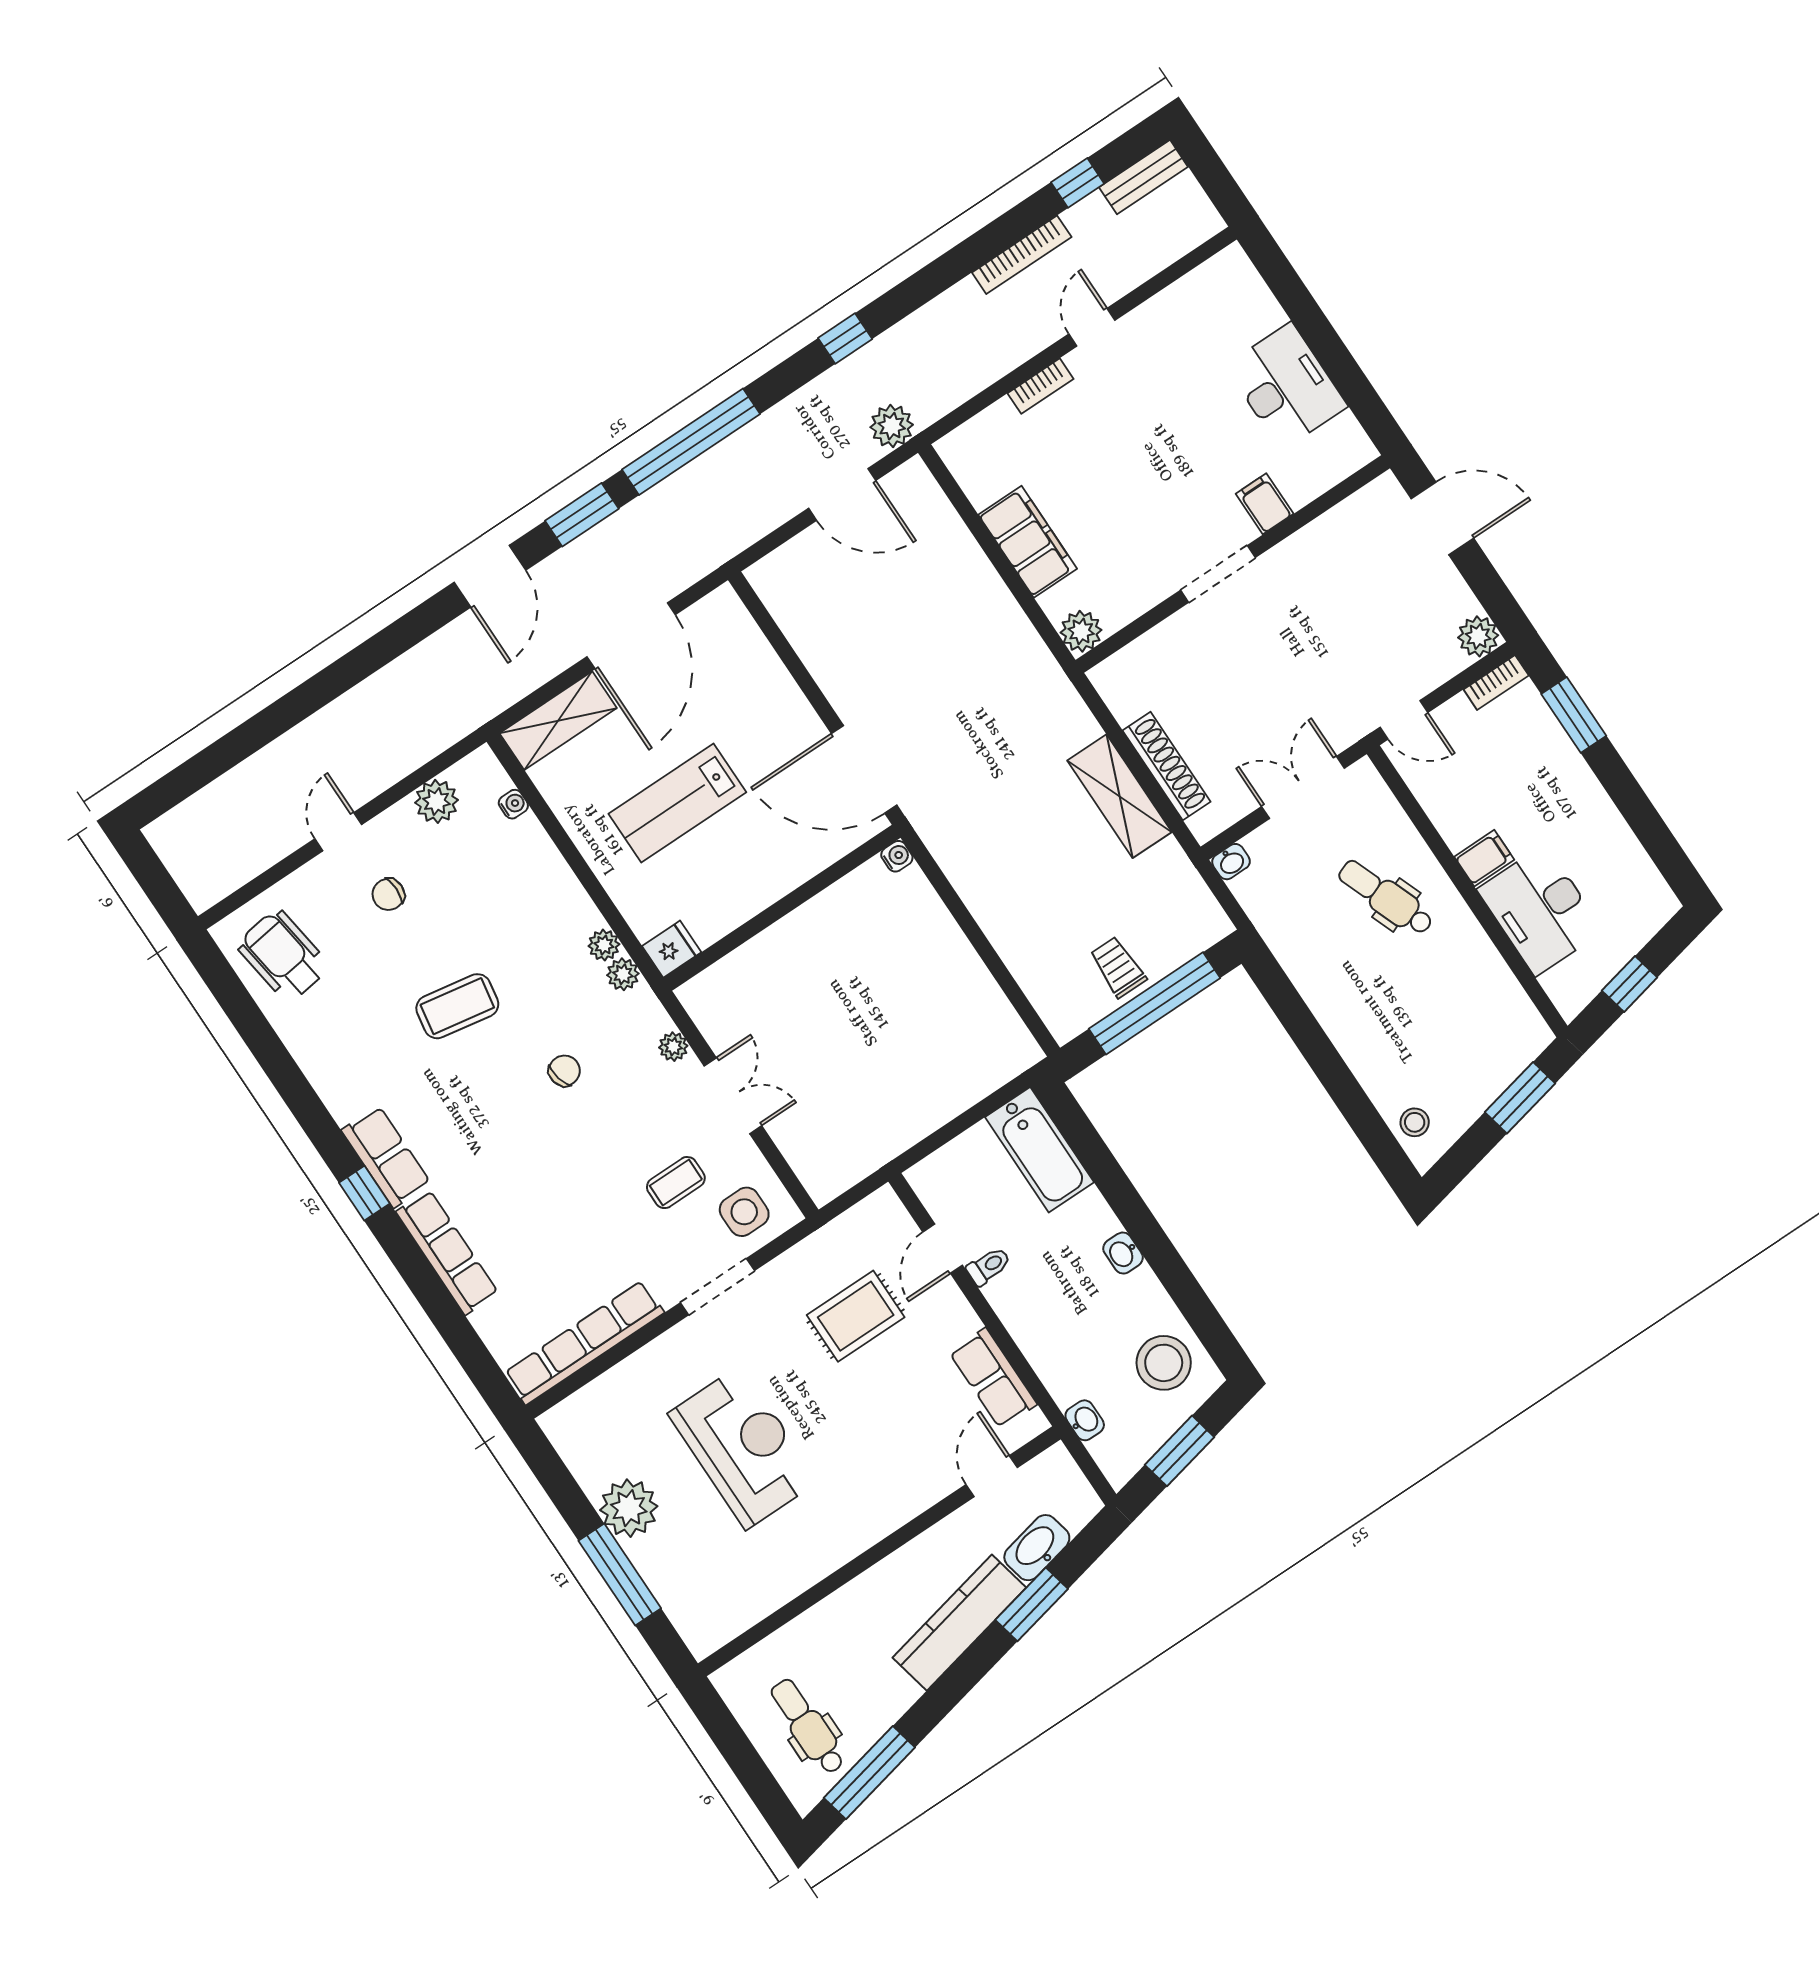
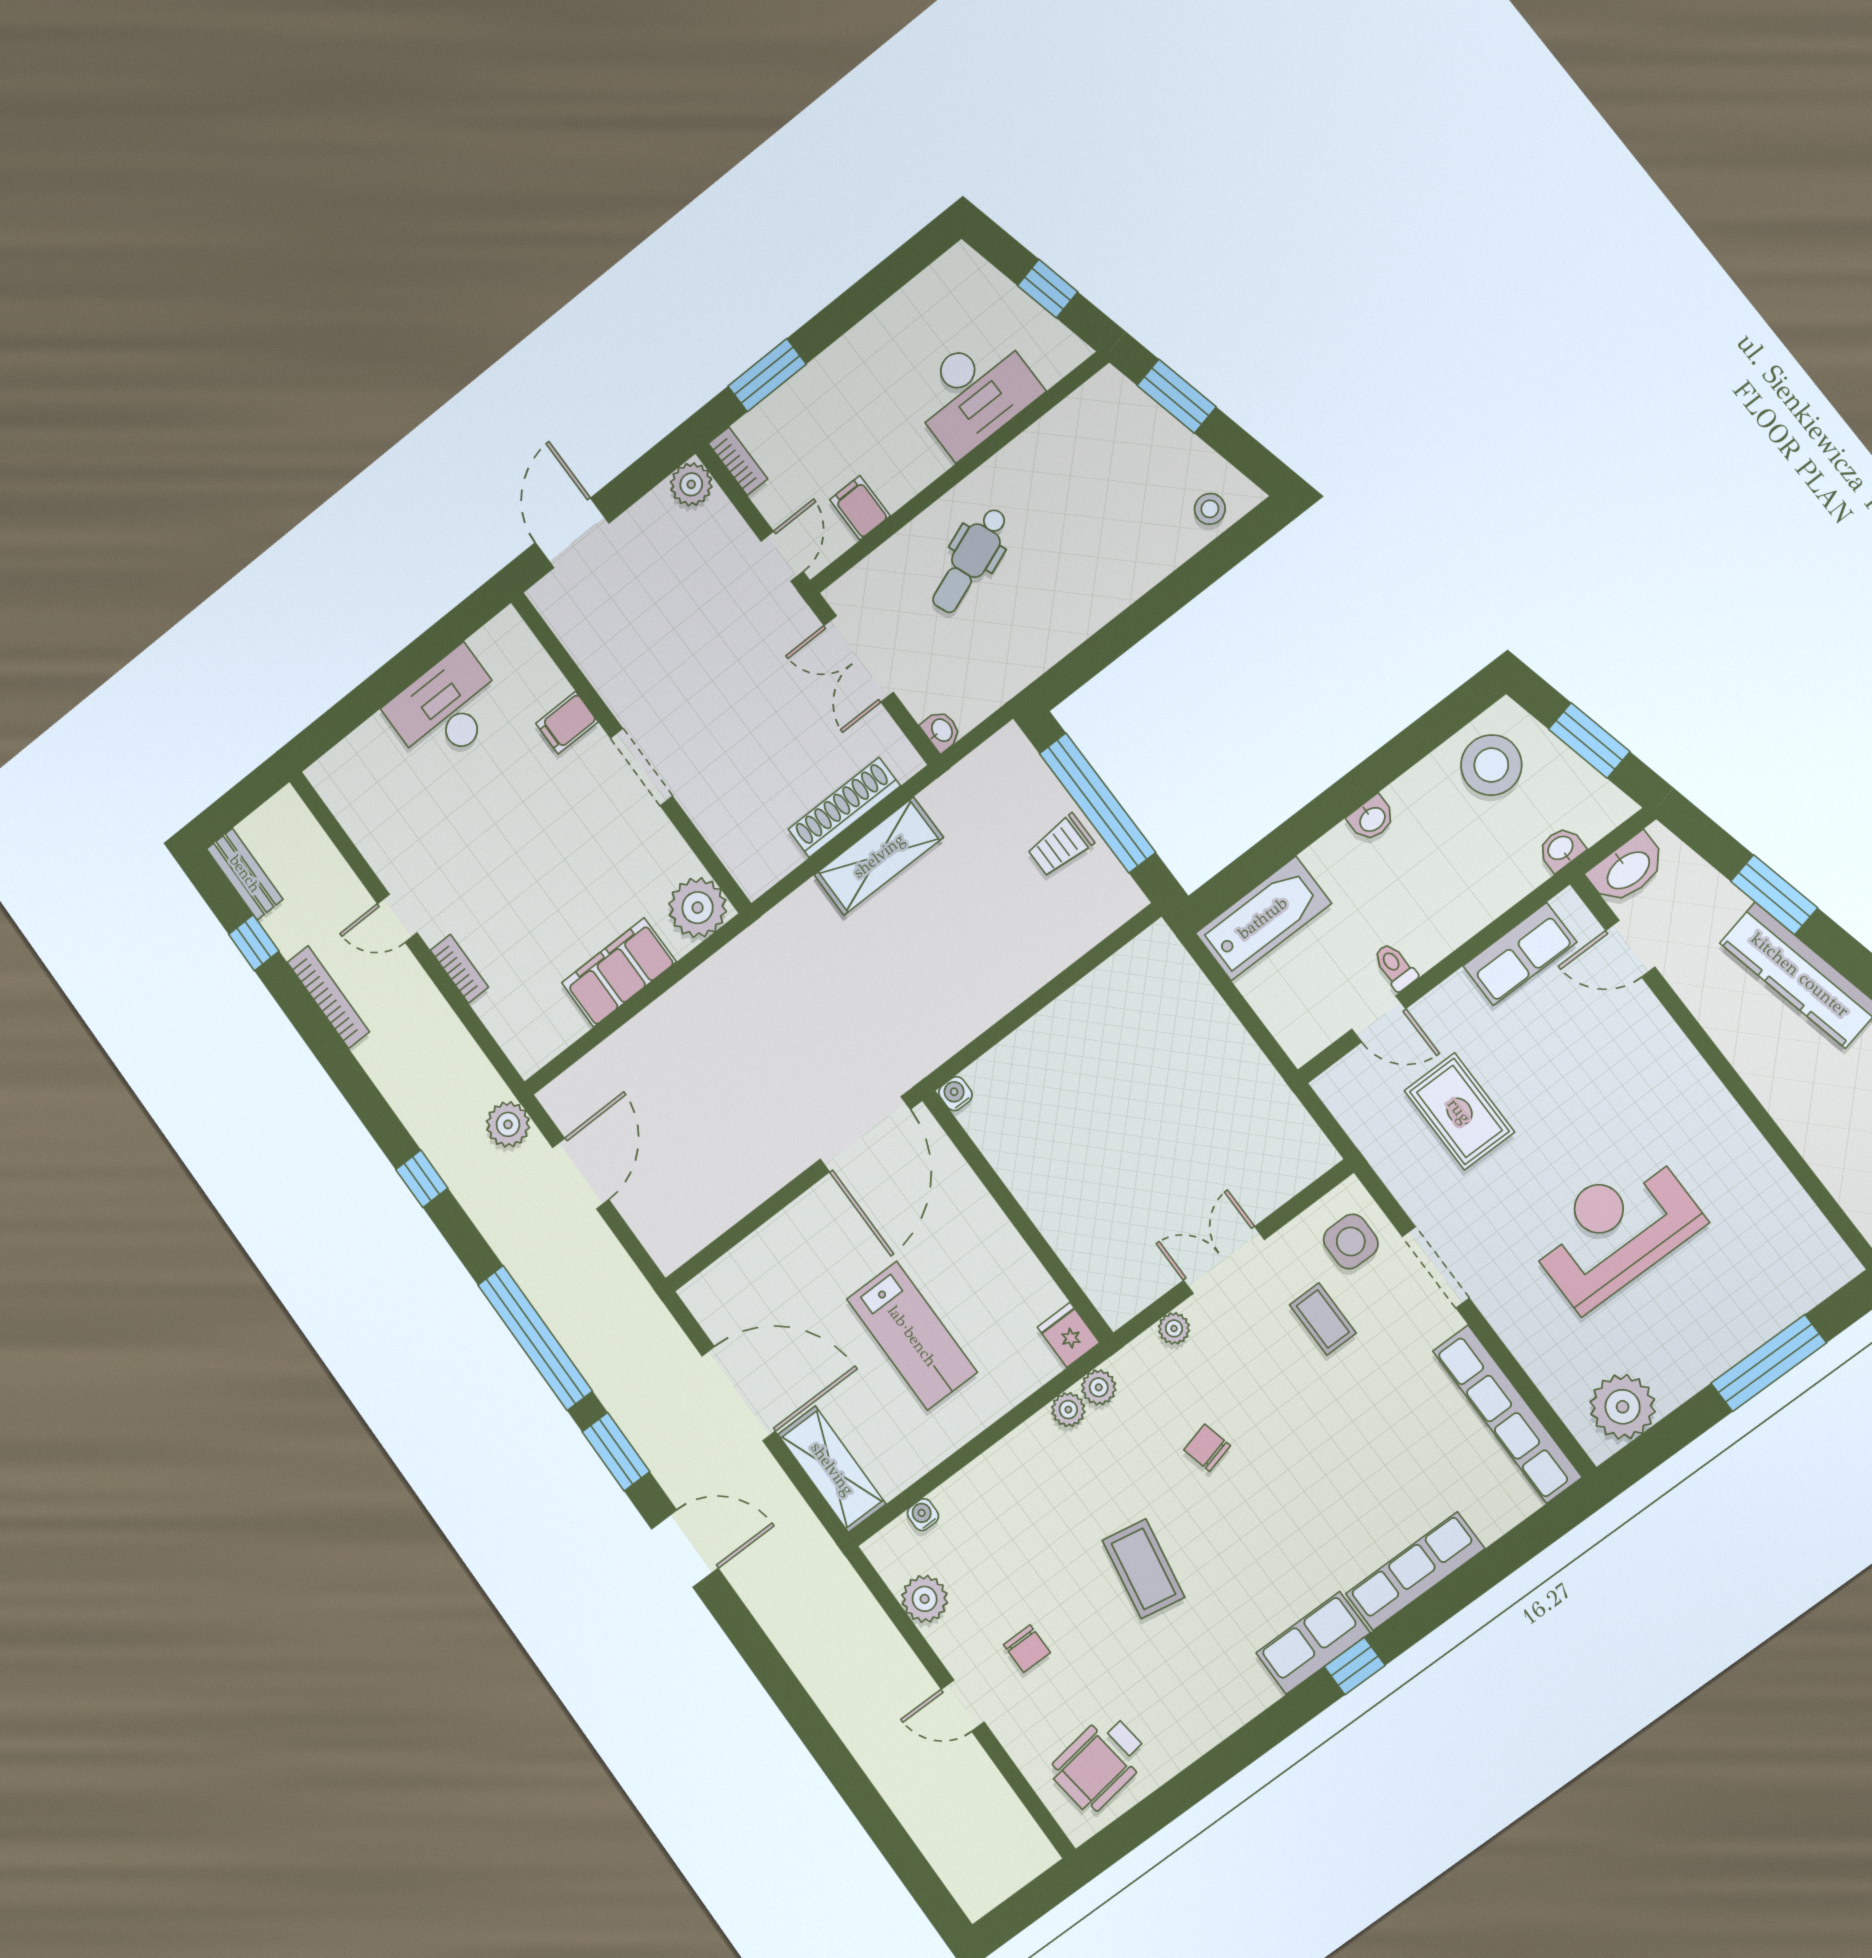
plant: (1081, 631) -> (698, 908), width x1.36, depth x1.36
filing cabinet: (1484, 858) -> (860, 508), moved
plant: (629, 1508) -> (1623, 1407), moved
washbasin: (1037, 1548) -> (1627, 869), moved, turned -78

